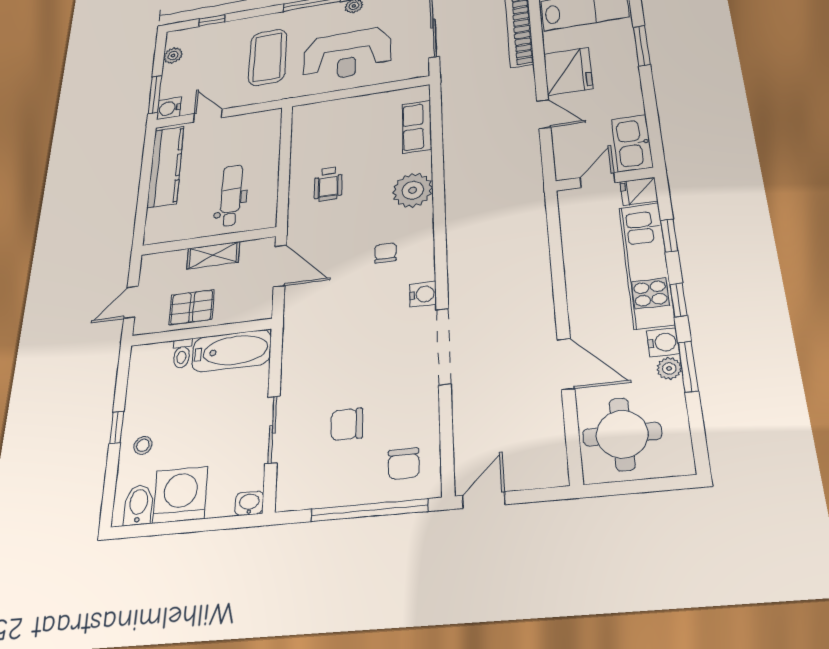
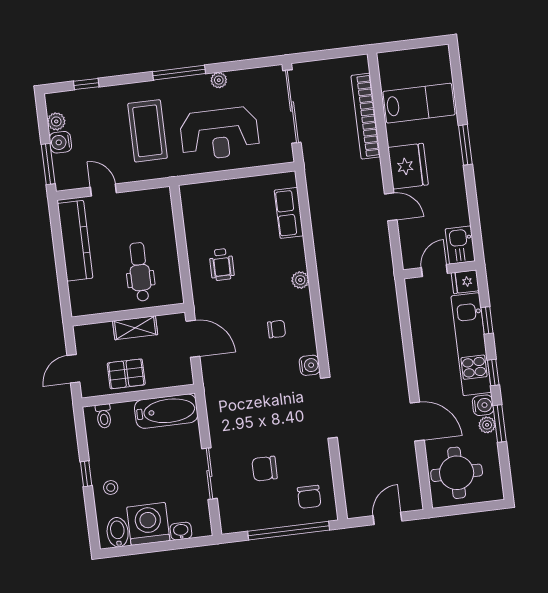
water cooler: (169, 108) -> (60, 142), moved
kitchen sink: (632, 143) -> (460, 245), width x0.73
plant: (413, 190) -> (300, 280), width x0.53, depth x0.53
chair: (385, 253) -> (277, 329), turned 90
toilet: (182, 353) -> (104, 416), moved
door: (484, 500) -> (387, 518), moved
washbasin: (249, 503) -> (181, 531), moved

